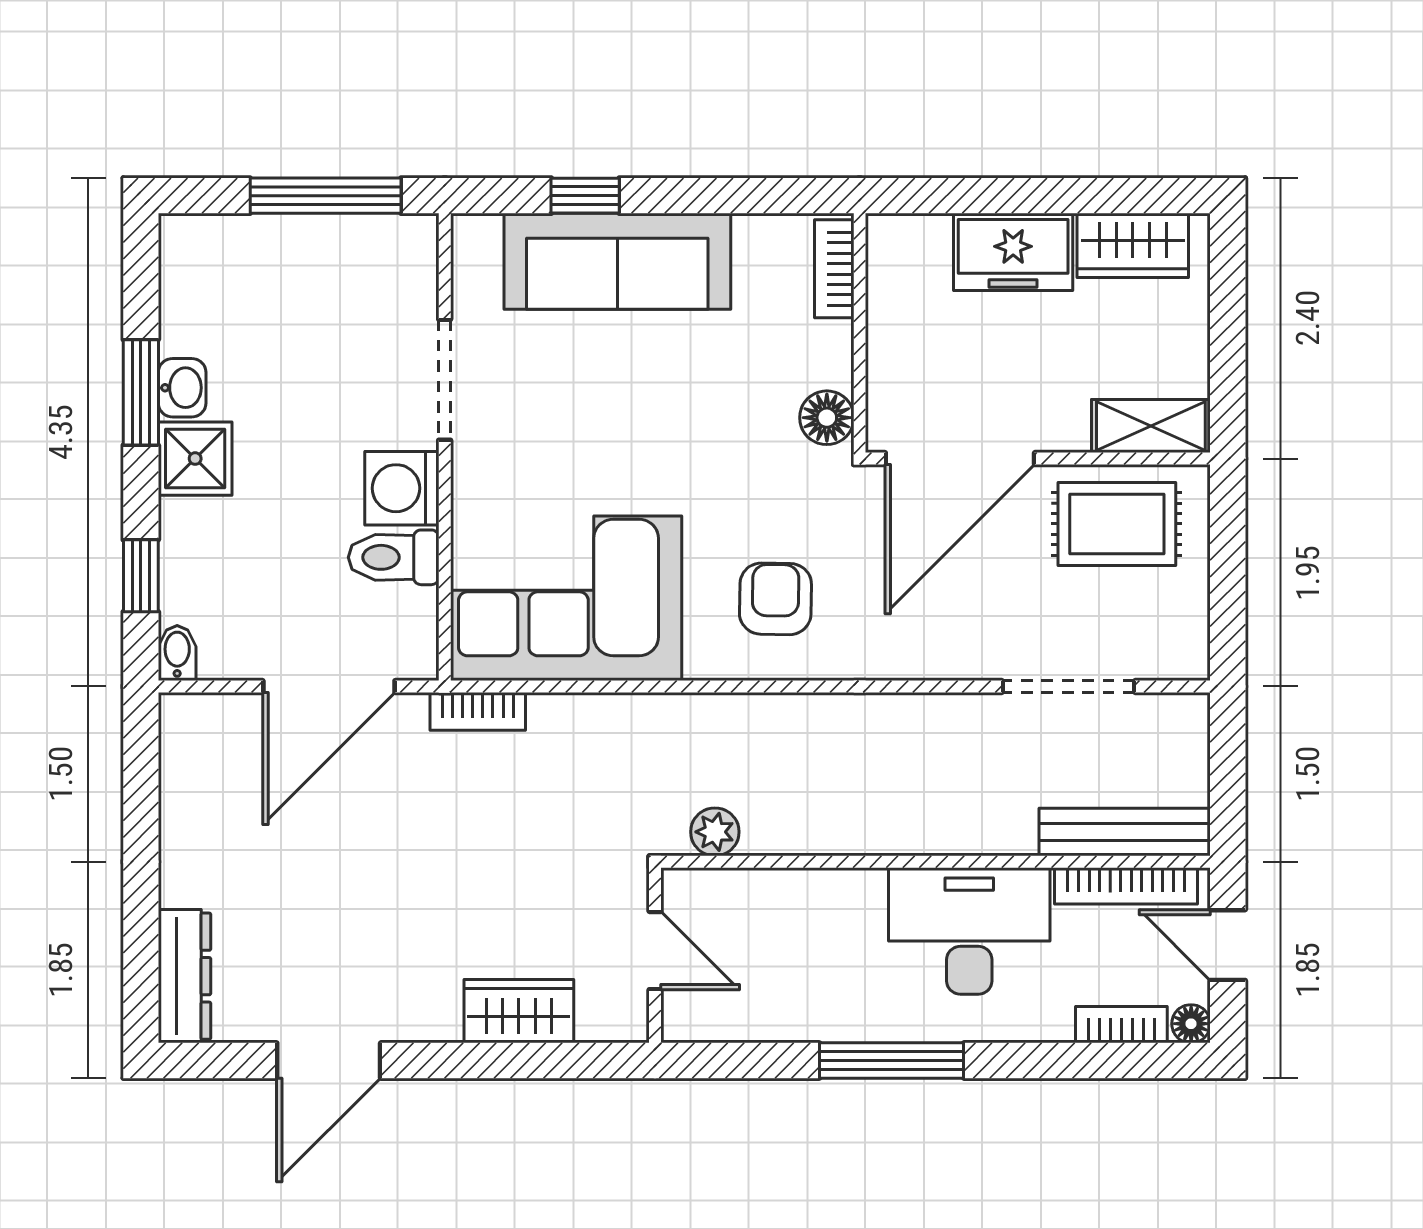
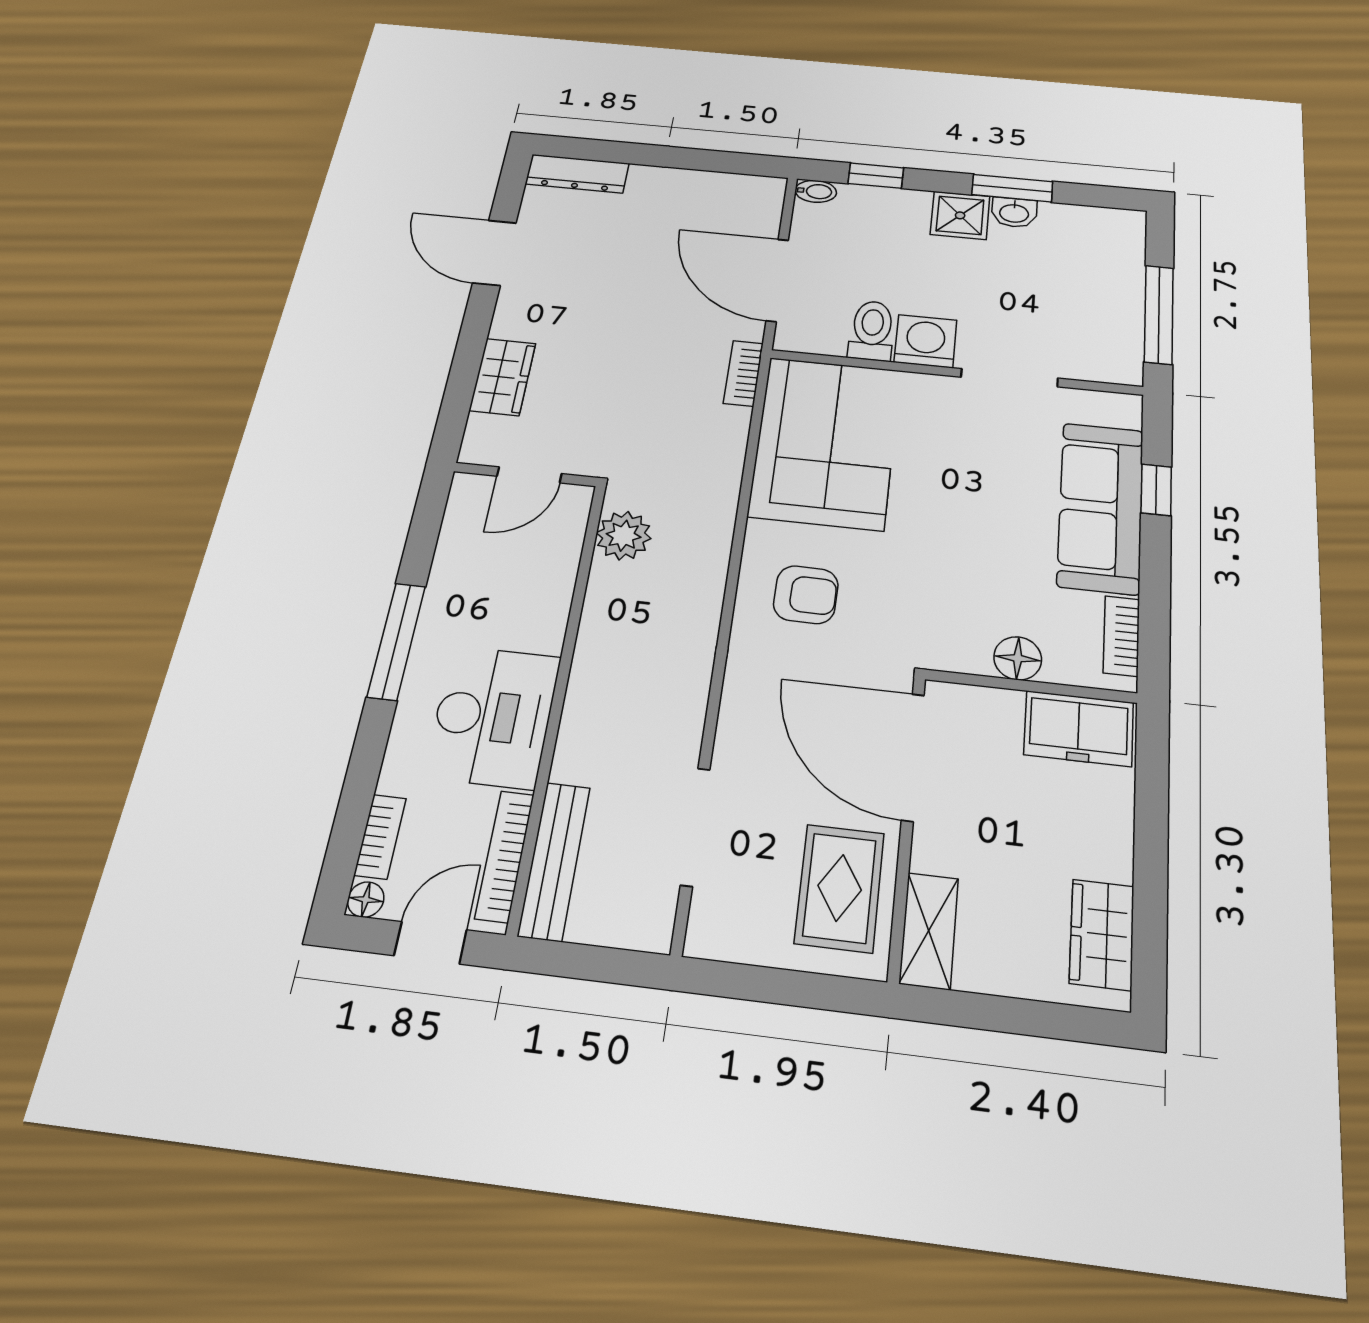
freezer: (1013, 252) -> (1079, 728), moved, turned -90
bookcase: (834, 269) -> (1121, 636), moved, turned -90
floor lamp: (827, 418) -> (1018, 658), moved
plant: (715, 832) -> (624, 536), width x1.38, depth x1.38

